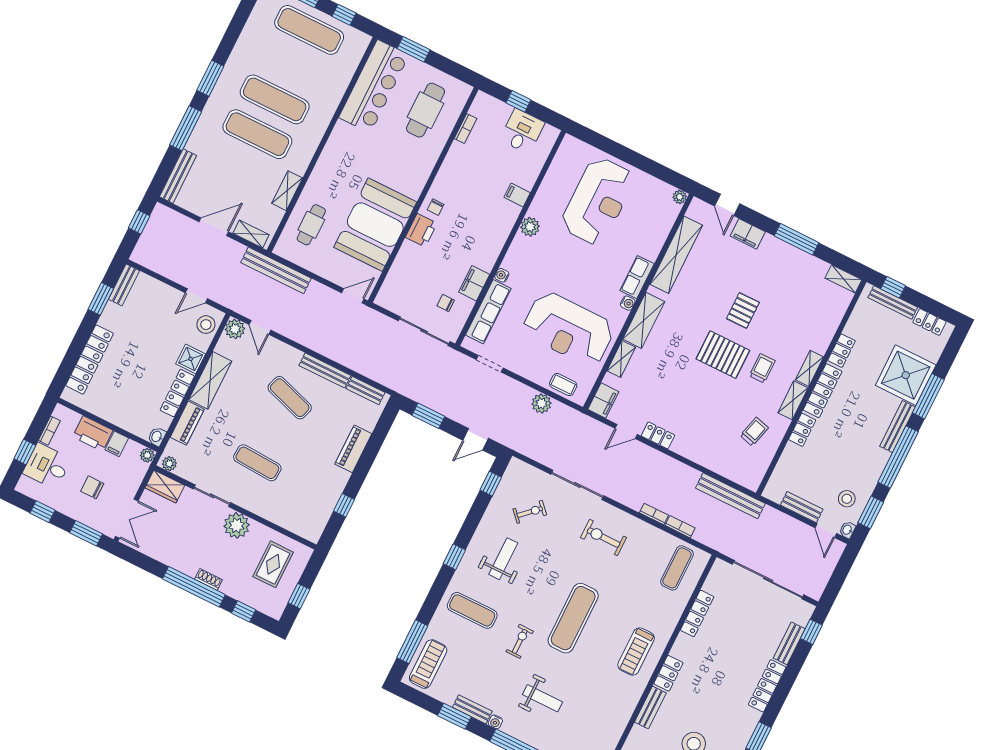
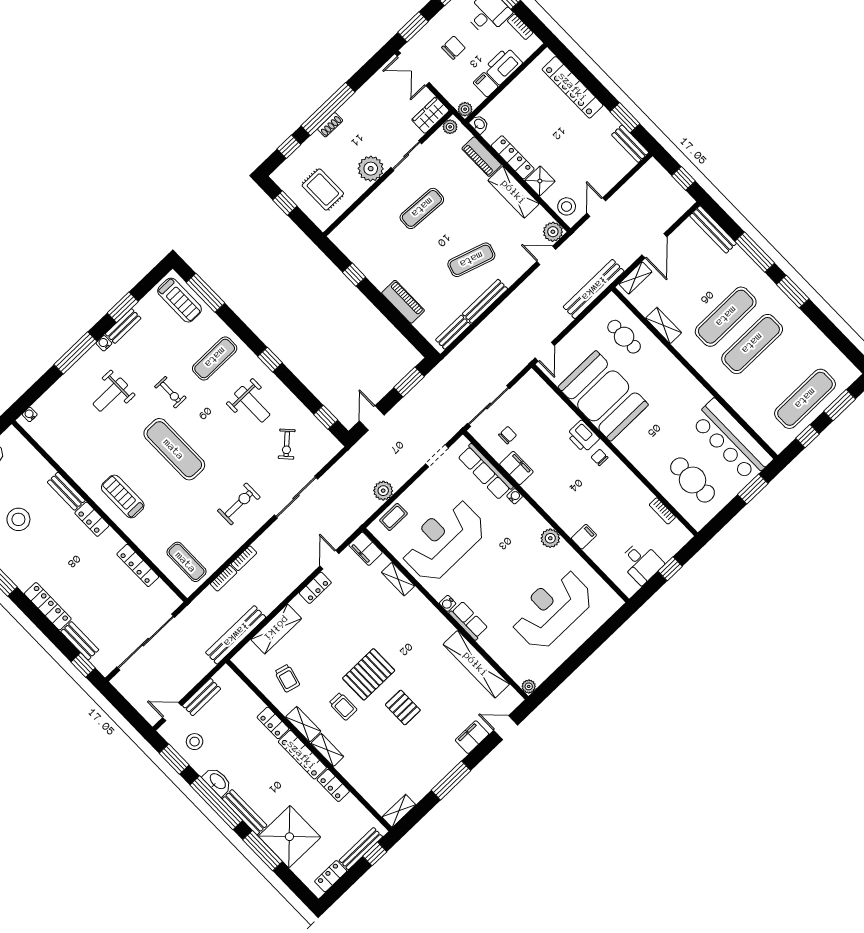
reception desk: (598, 201) -> (552, 609), turned 90
shelving: (644, 320) -> (276, 629), moved, turned 90
washbasin: (847, 530) -> (217, 782), moved, width x1.91, depth x1.45

